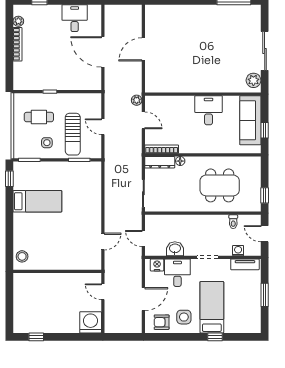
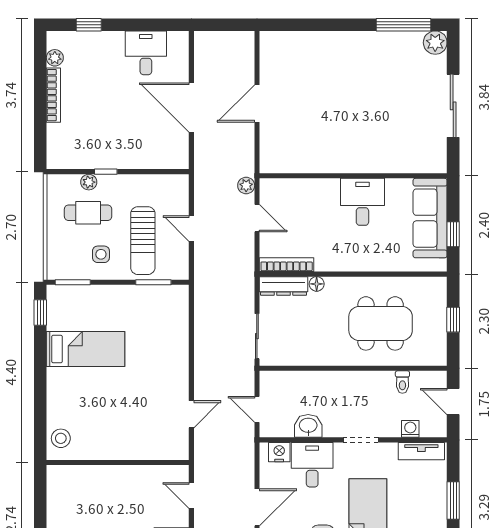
plant: (253, 80) -> (435, 43), moved
plant: (39, 98) -> (89, 182), added
window: (265, 195) -> (453, 320), moved

